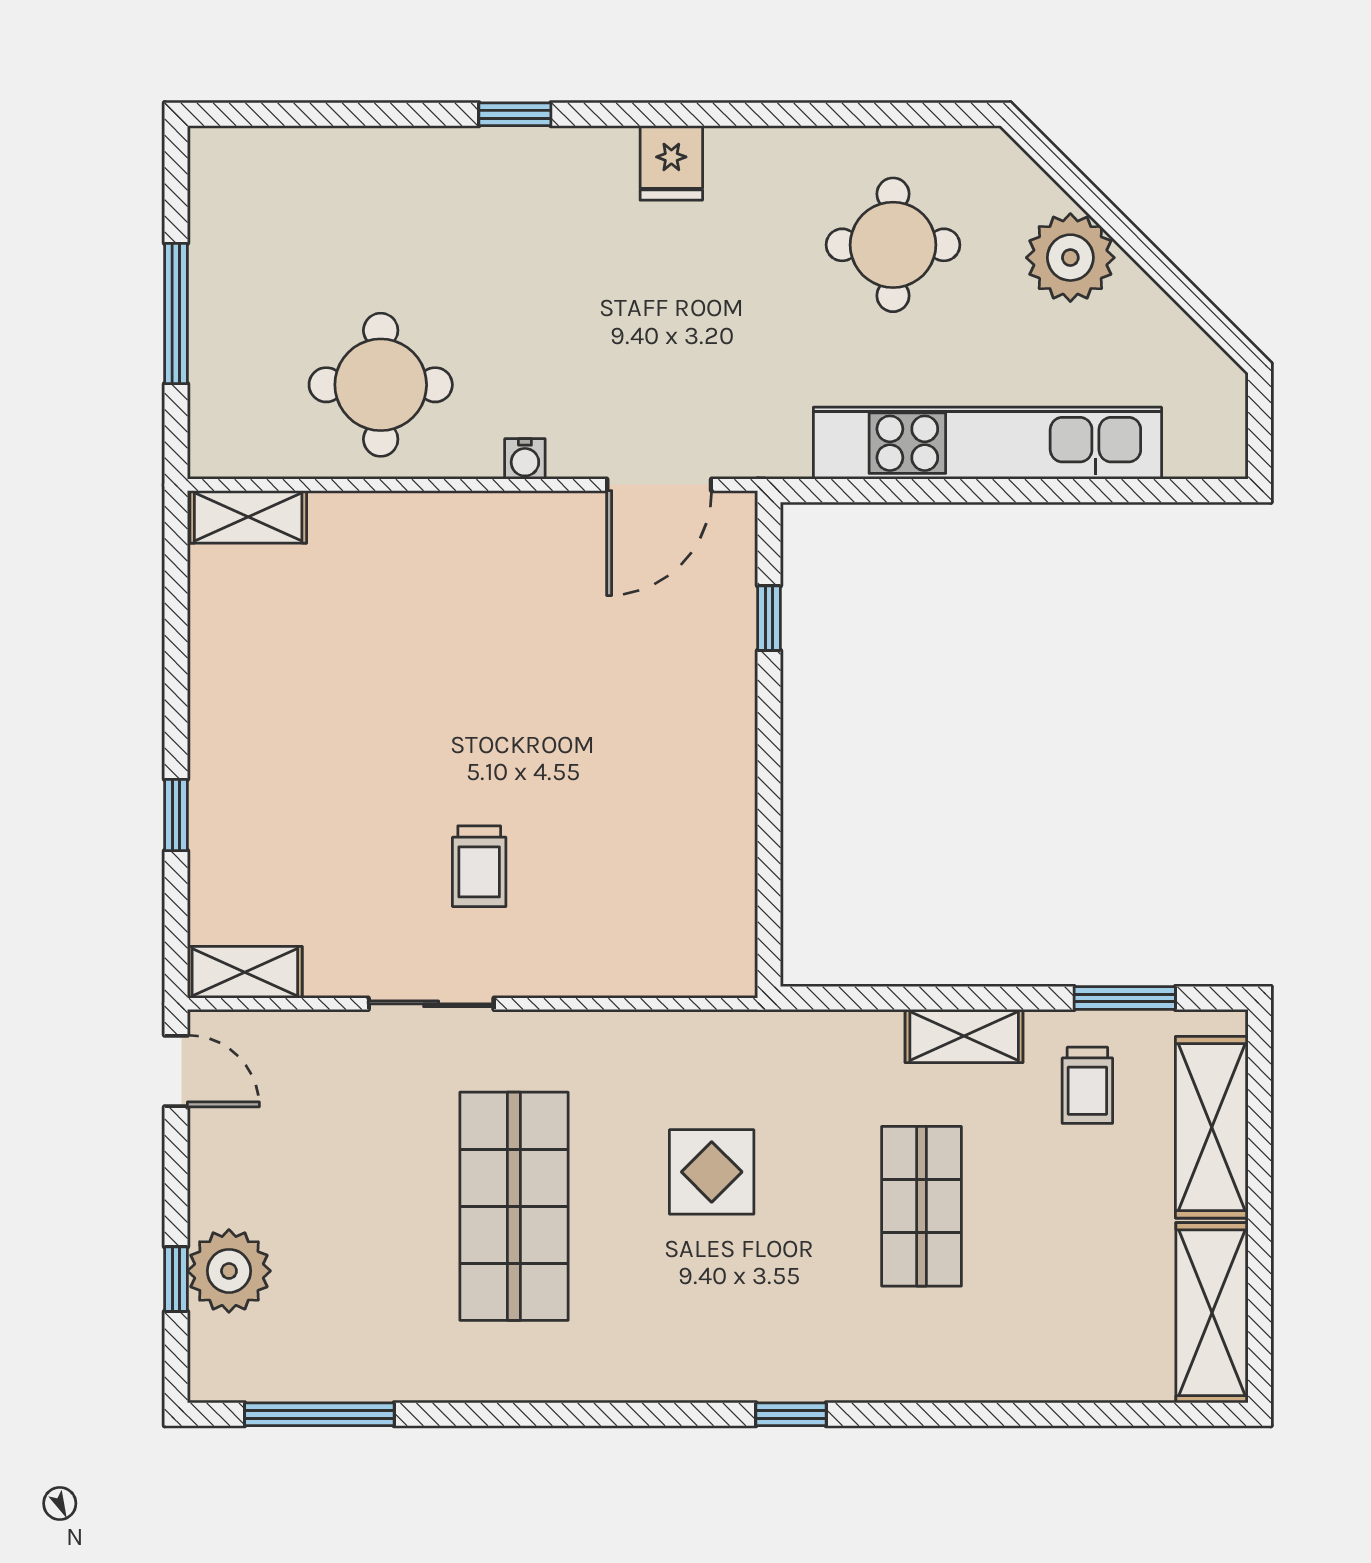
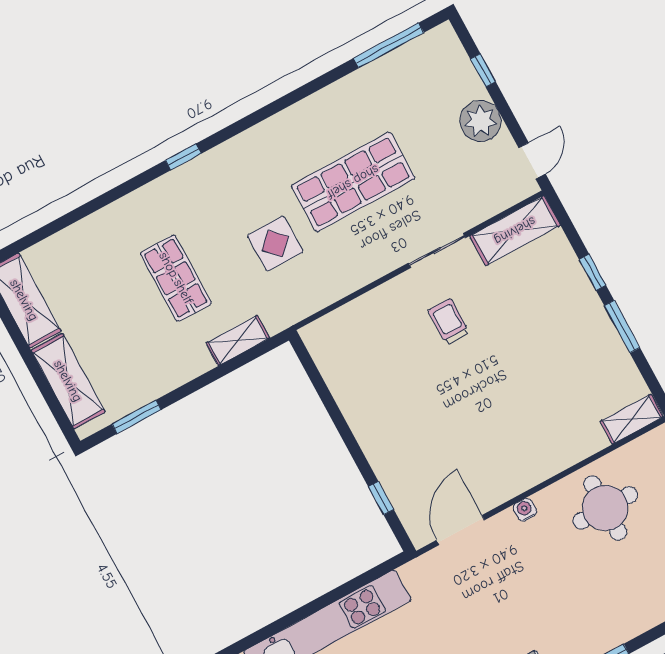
window: (176, 690) -> (622, 327), added
shelving: (245, 972) -> (515, 231), width x1.50, depth x1.33
shelving: (964, 1036) -> (238, 340), moved
door: (176, 1071) -> (532, 161), swing flipped
trolley: (1087, 1085) -> (132, 370), removed
shop shelf: (514, 1206) -> (353, 182), turned 90
plant: (229, 1271) -> (481, 121), moved

